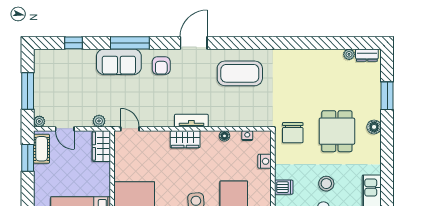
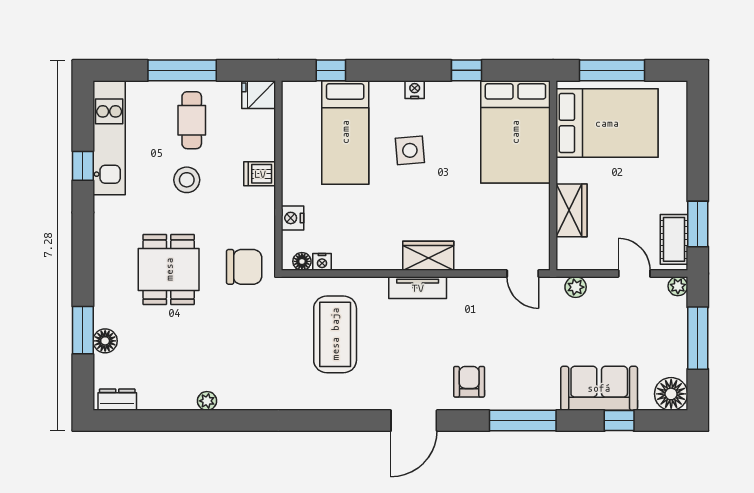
plant: (349, 54) -> (207, 401), moved
floor lamp: (43, 58) -> (671, 394), added
sofa: (119, 62) -> (599, 388), moved
coffee table: (240, 73) -> (335, 334), moved, turned 90
floor lamp: (374, 127) -> (105, 341), moved
chair: (293, 133) -> (244, 267), turned 90
floor lamp: (224, 136) -> (302, 261), moved
wardrobe: (101, 146) -> (572, 210), moved
window: (387, 192) -> (83, 166), added

